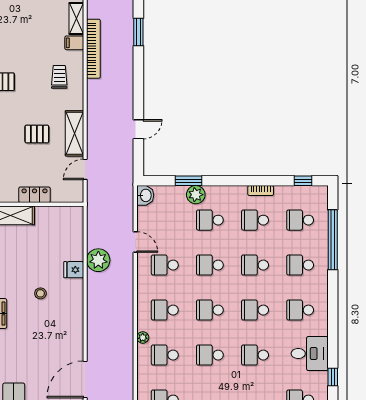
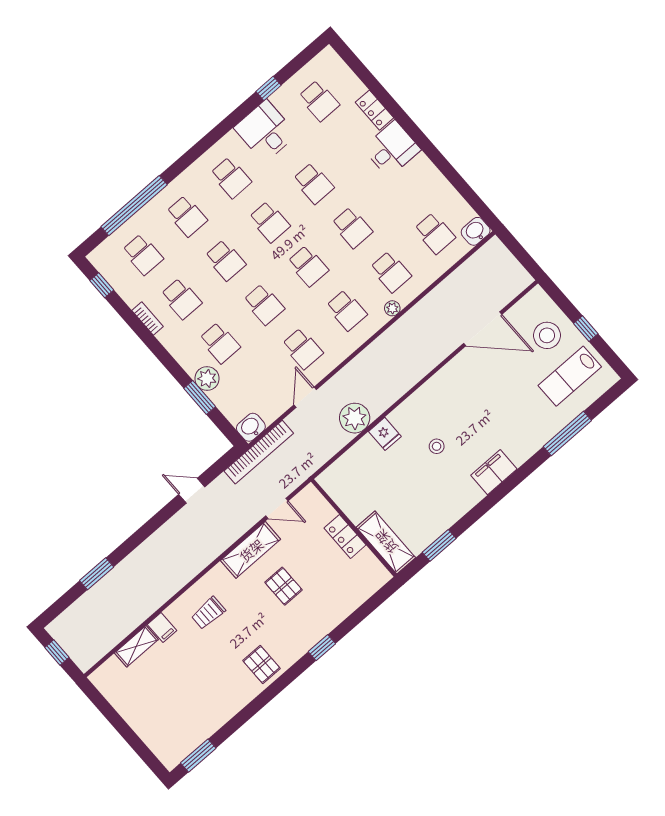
bookcase: (93, 49) -> (259, 452), moved, turned 180

